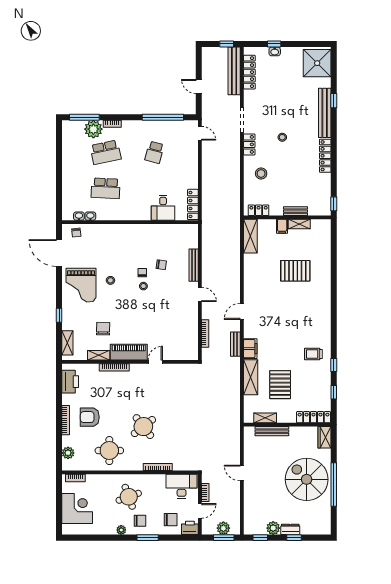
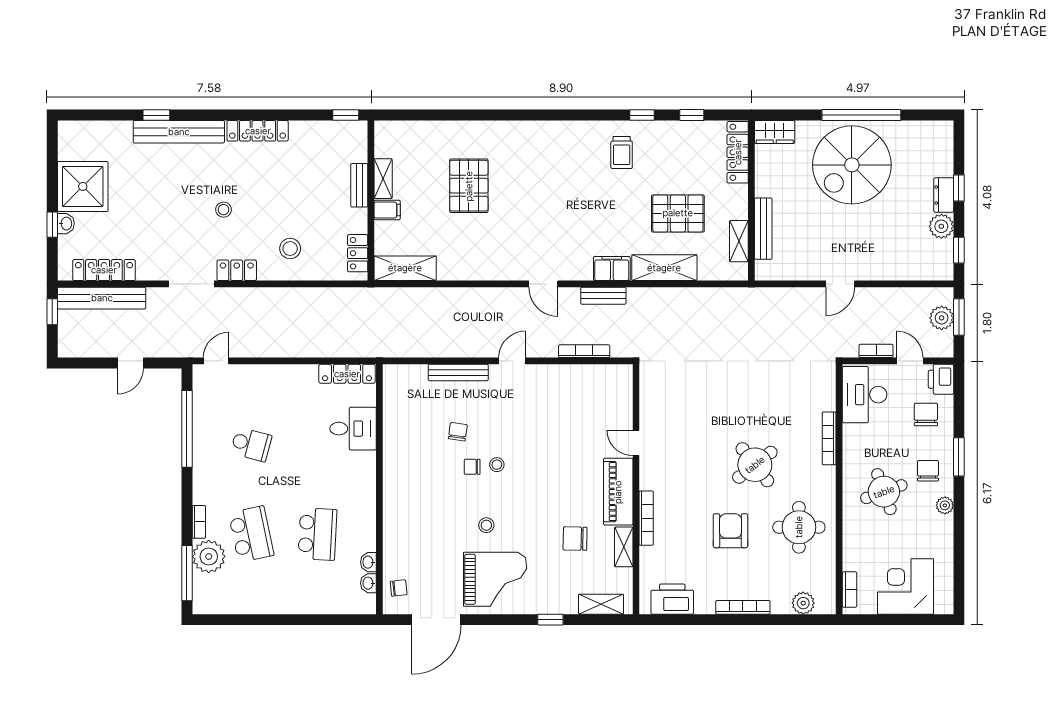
shower: (317, 63) -> (83, 186), moved
armchair: (90, 417) -> (730, 531), moved, turned 180

